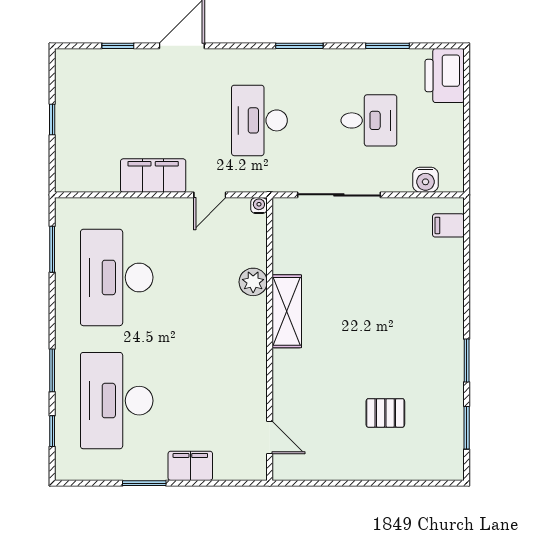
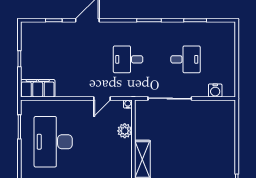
printer: (445, 76) -> (225, 36), removed
desk: (259, 120) -> (128, 59), width x0.73
filing cabinet: (153, 176) -> (38, 88), moved
filing cabinet: (448, 225) -> (227, 114), removed
plant: (253, 282) -> (125, 131), moved

